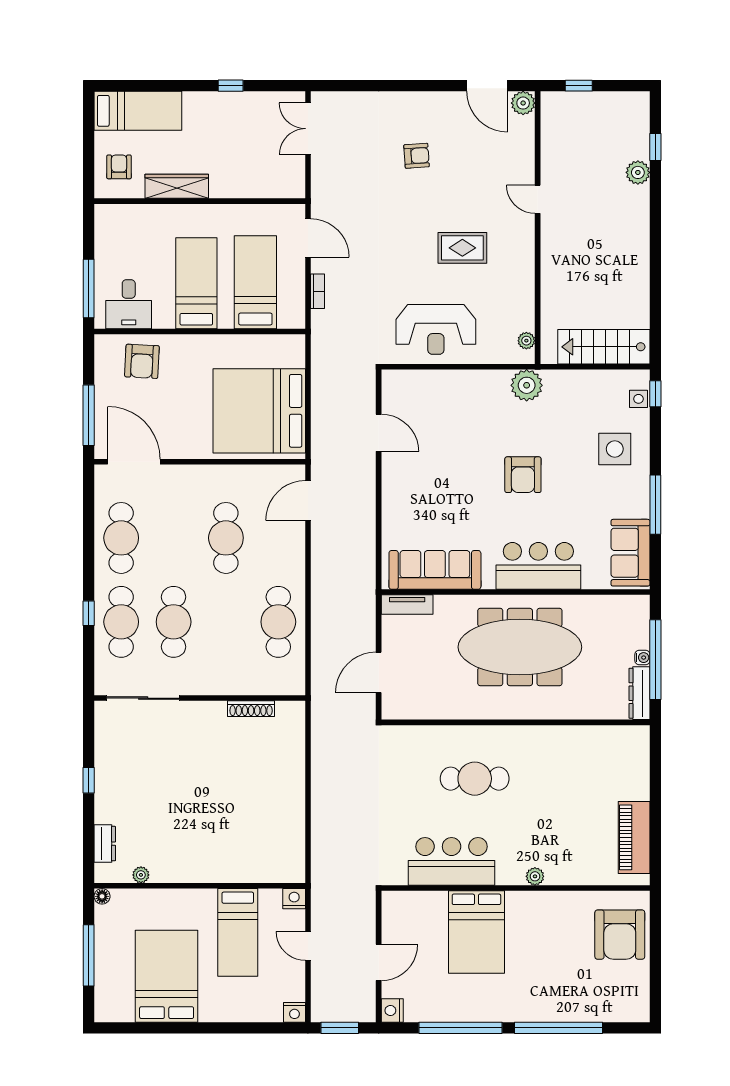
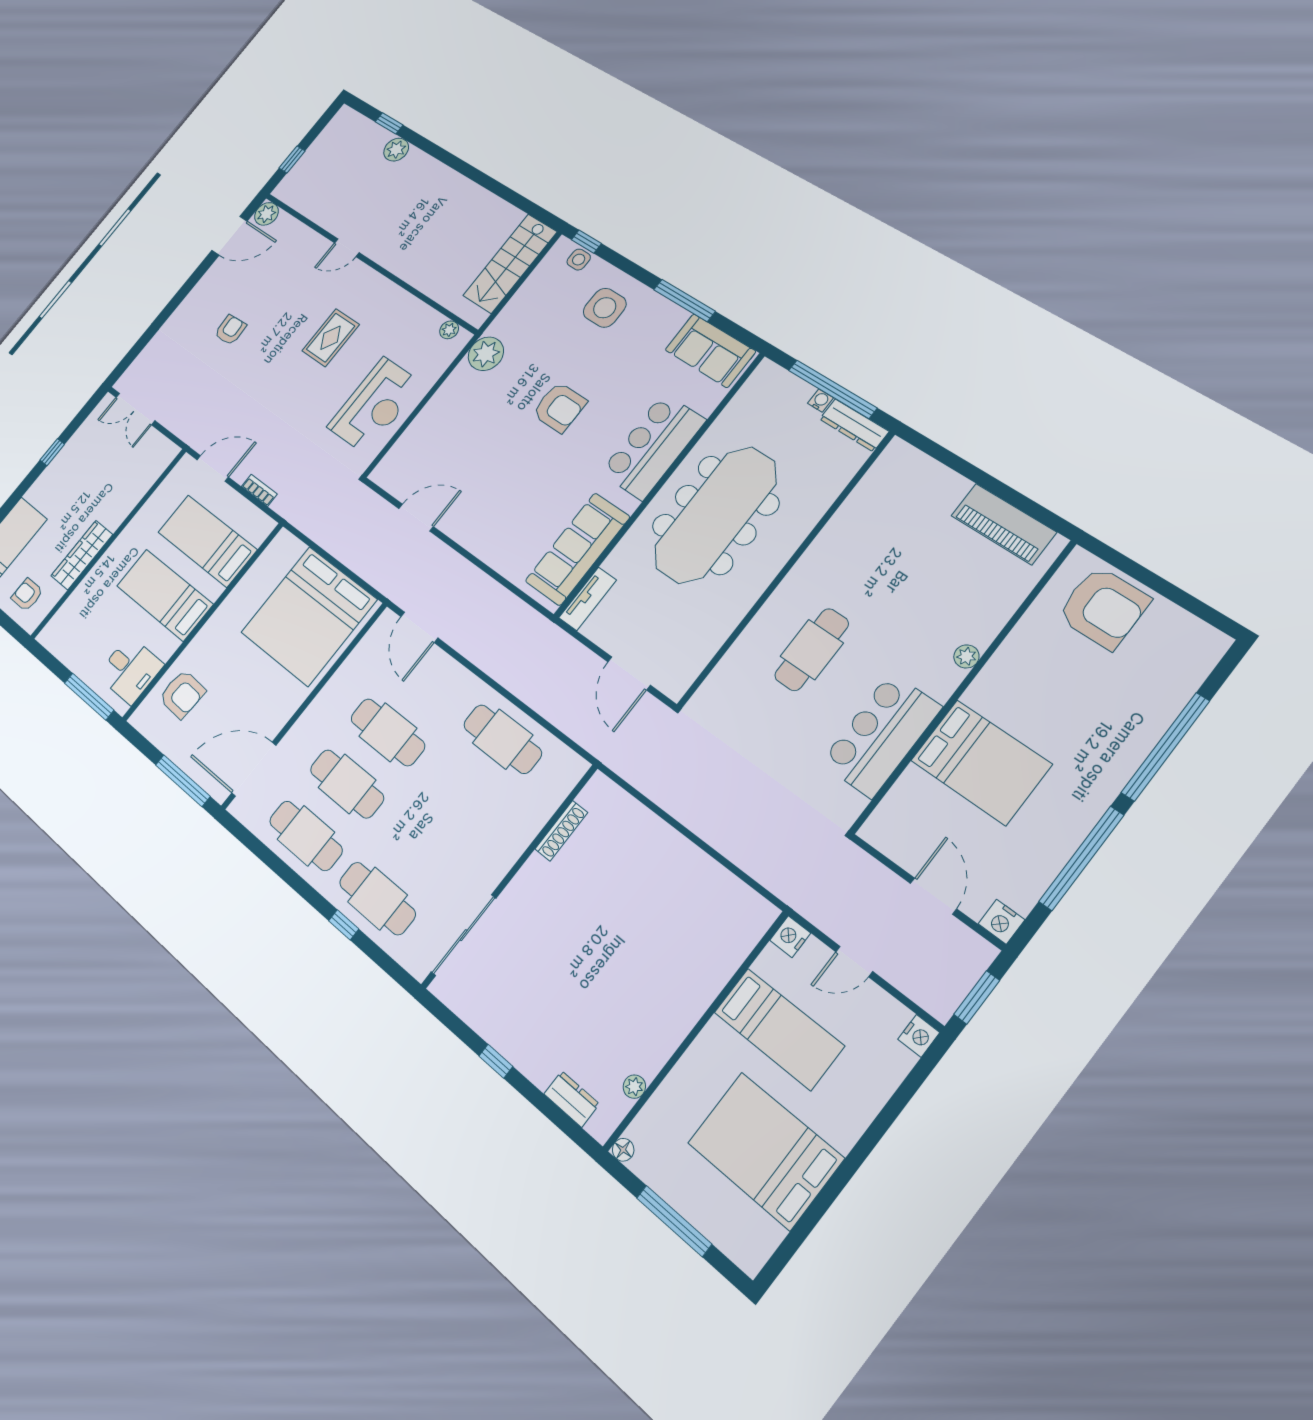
cafe table: (174, 622) -> (347, 784), moved

